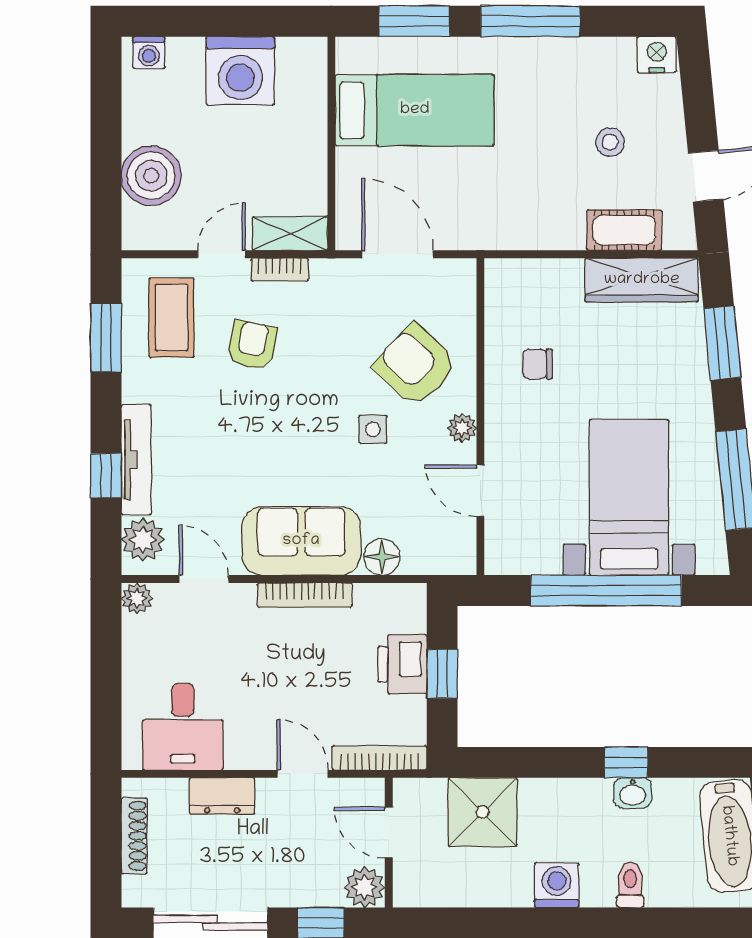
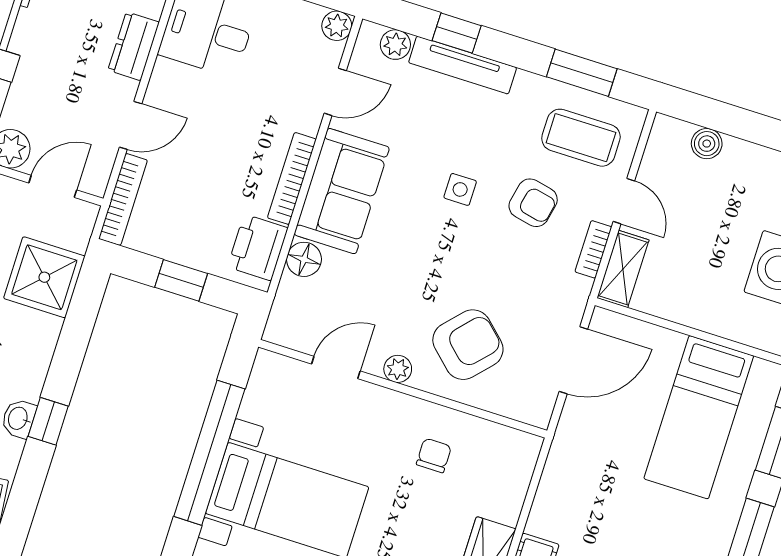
boiler: (151, 176) -> (707, 144), width x0.54, depth x0.54
side table: (373, 429) -> (460, 189), moved
plant: (143, 540) -> (395, 45), width x0.73, depth x0.73
printer: (402, 664) -> (258, 247), moved, turned -90

